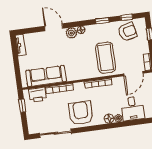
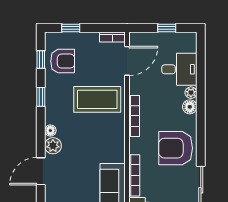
armchair: (128, 32) -> (63, 61), turned 103
door: (133, 74) -> (127, 61), hinge flipped

